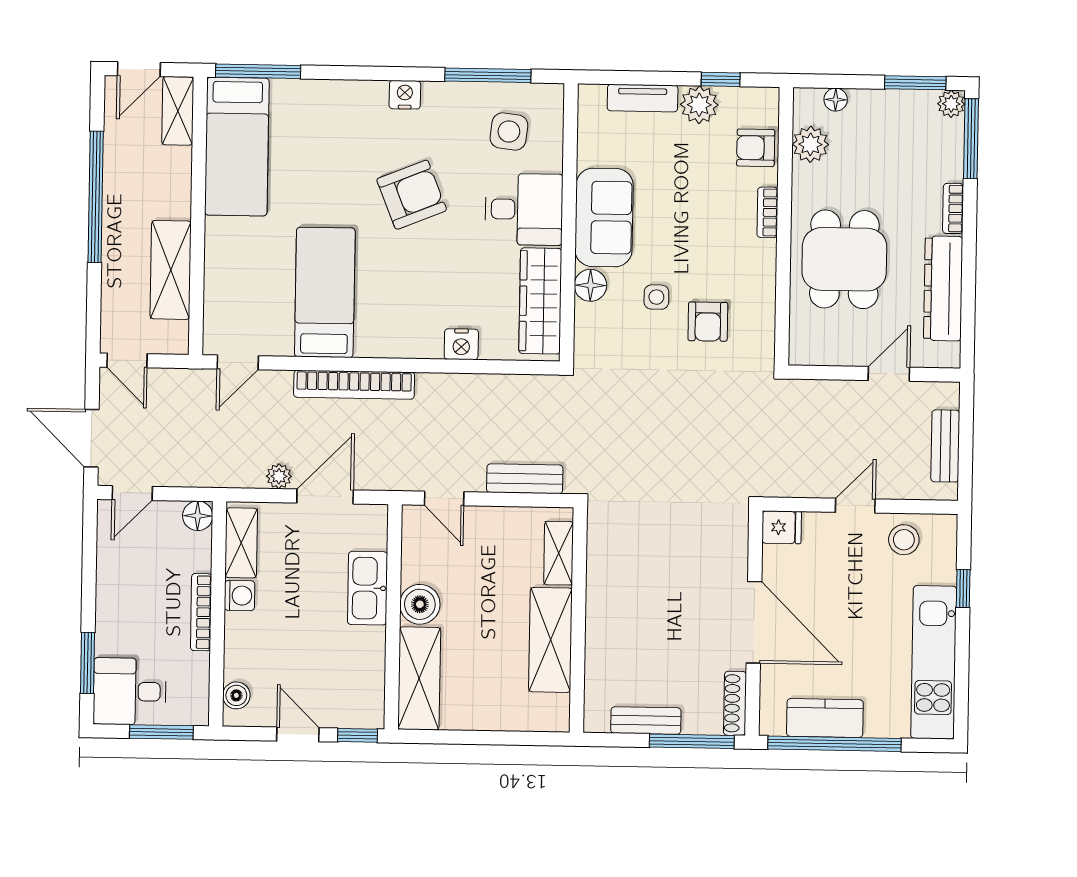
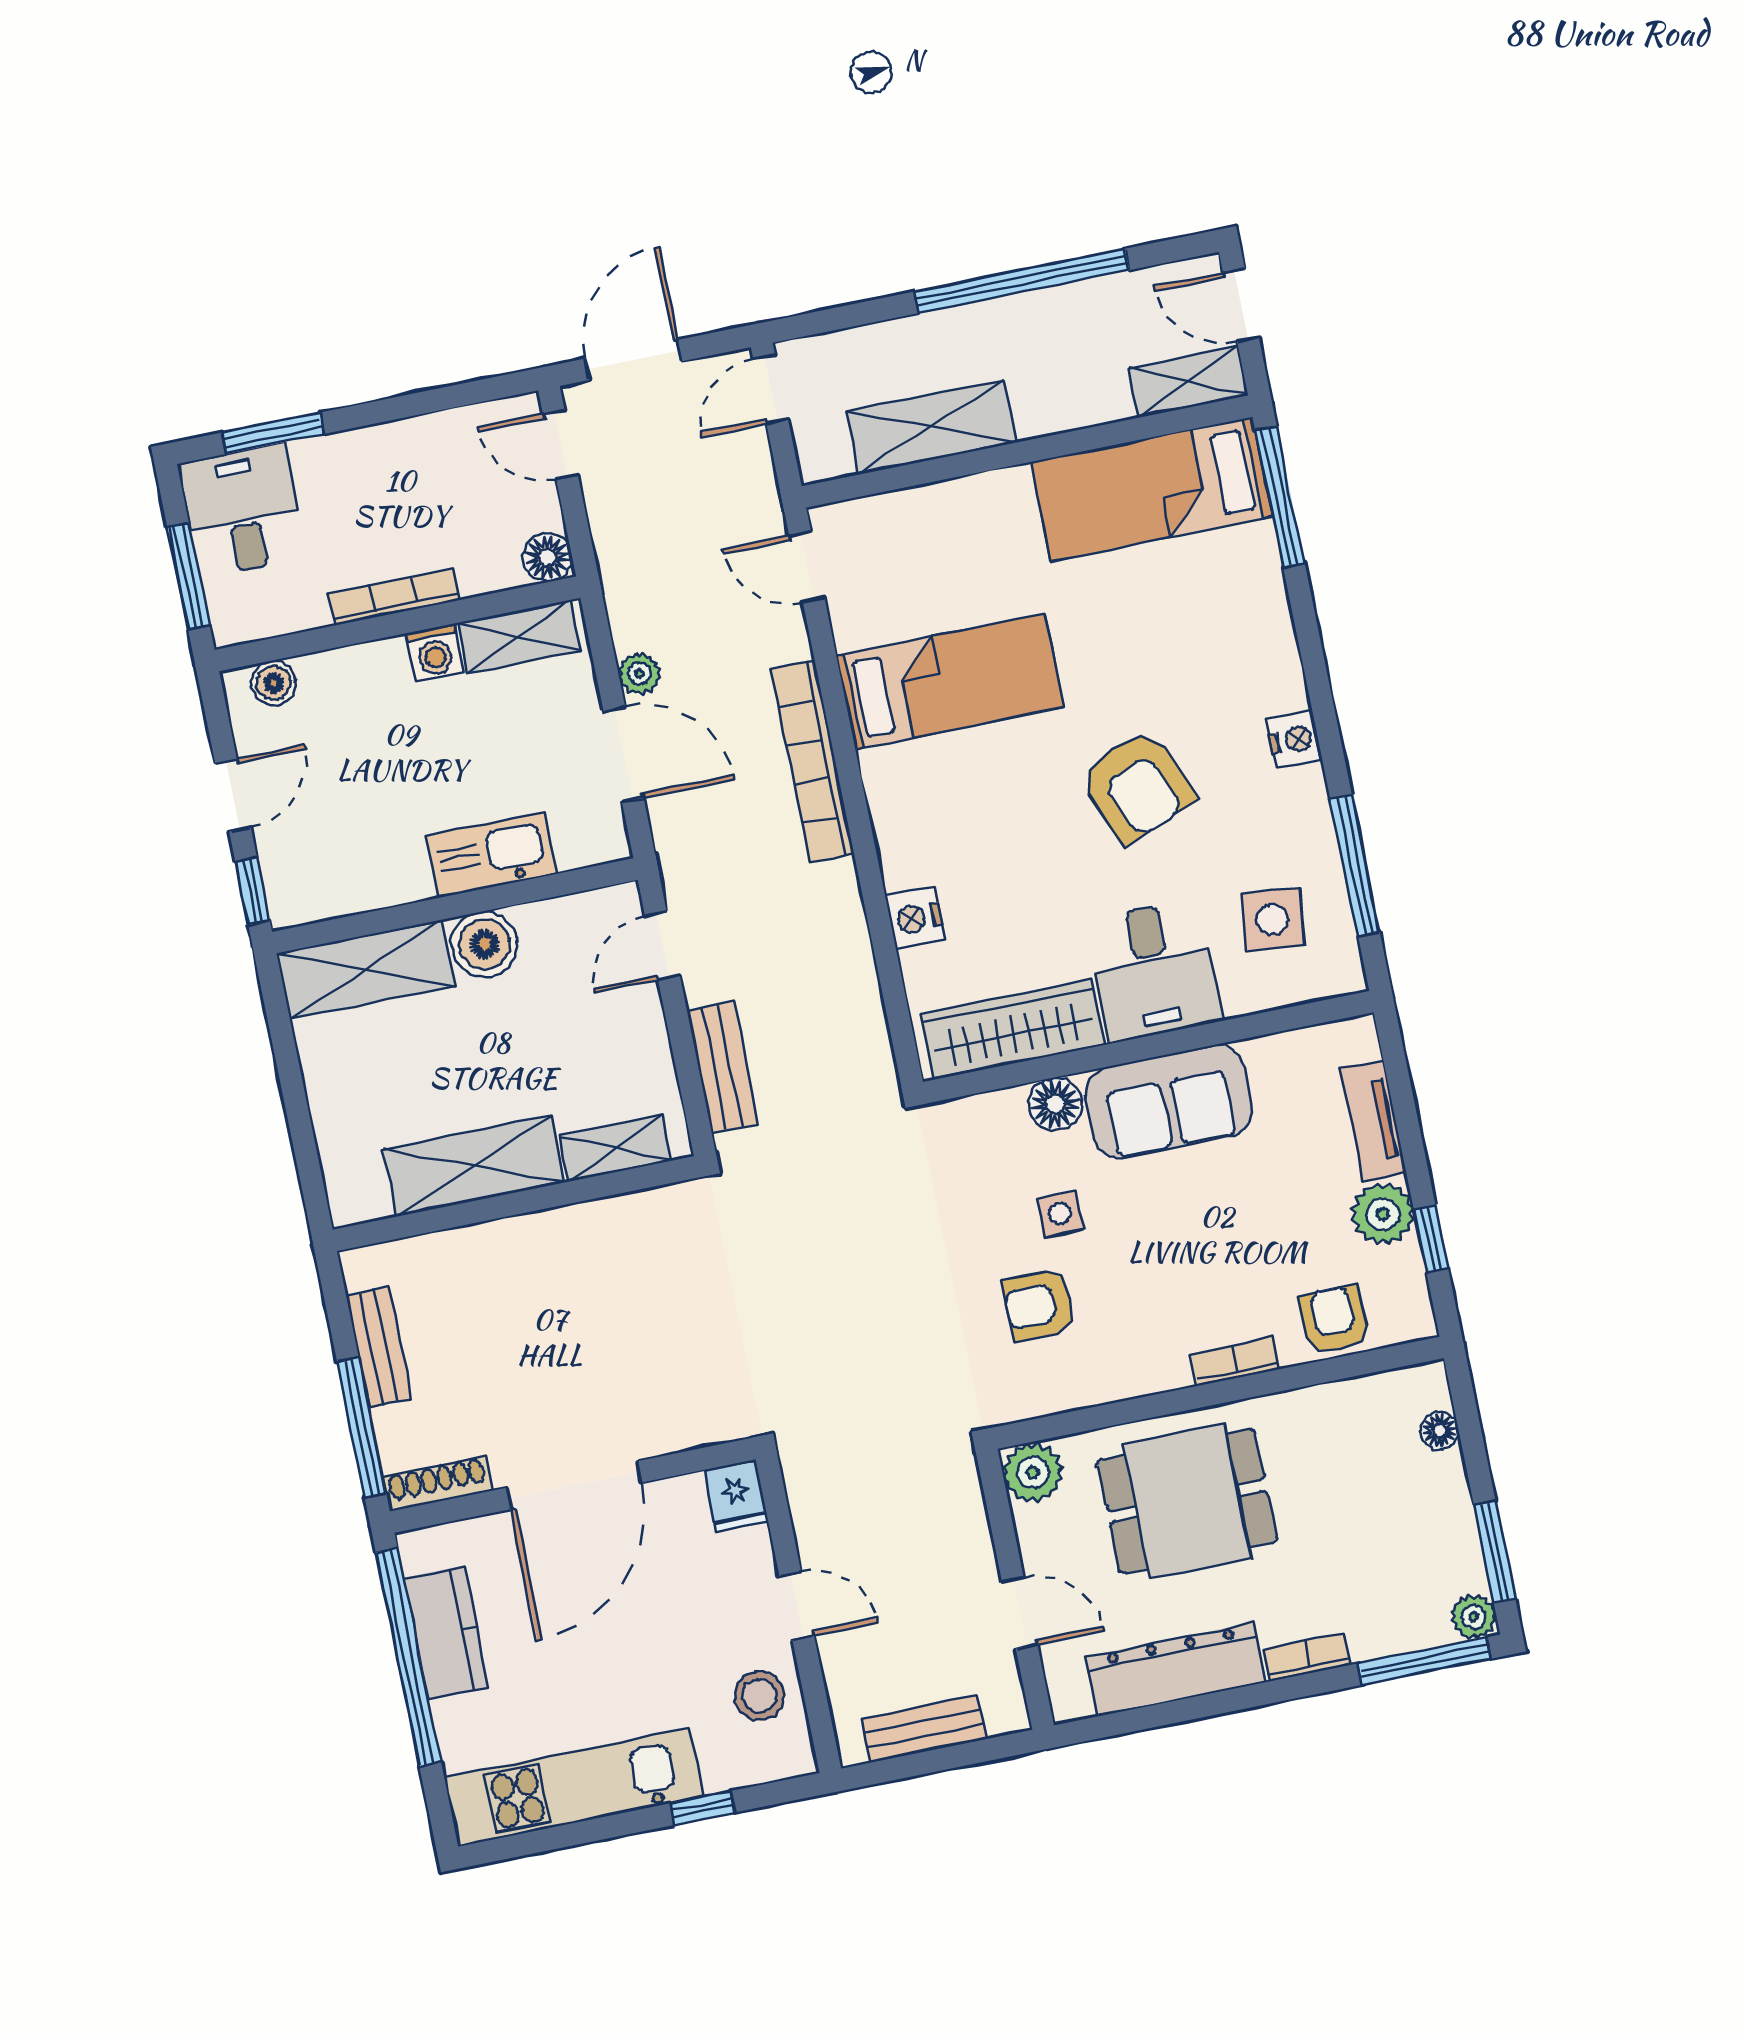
plant: (810, 144) -> (1033, 1472), moved

